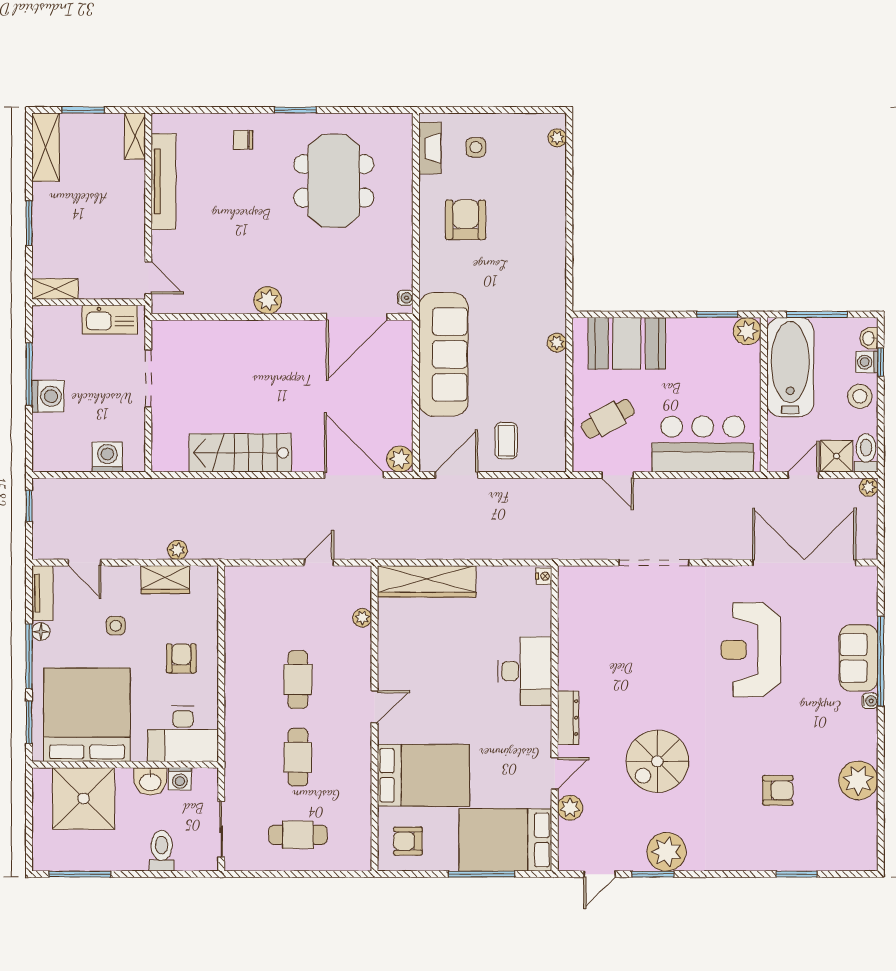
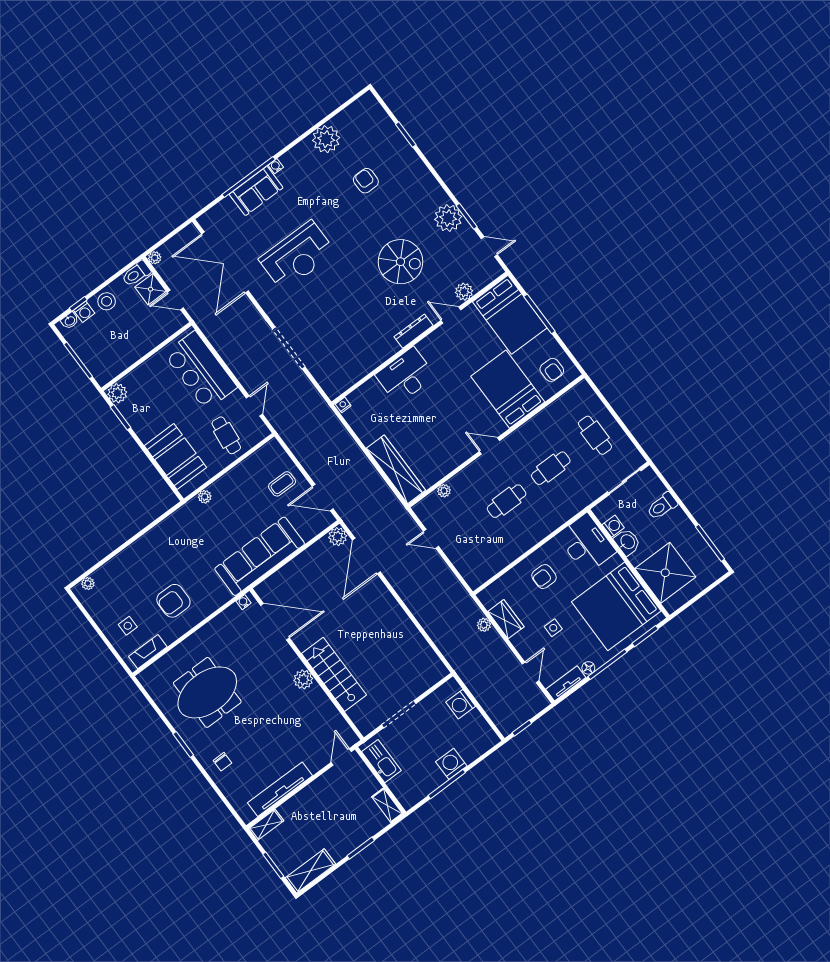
bathtub: (790, 367) -> (119, 353), removed
cafe table: (608, 419) -> (226, 435), turned 35
stairs: (240, 453) -> (334, 674), moved, turned 180

